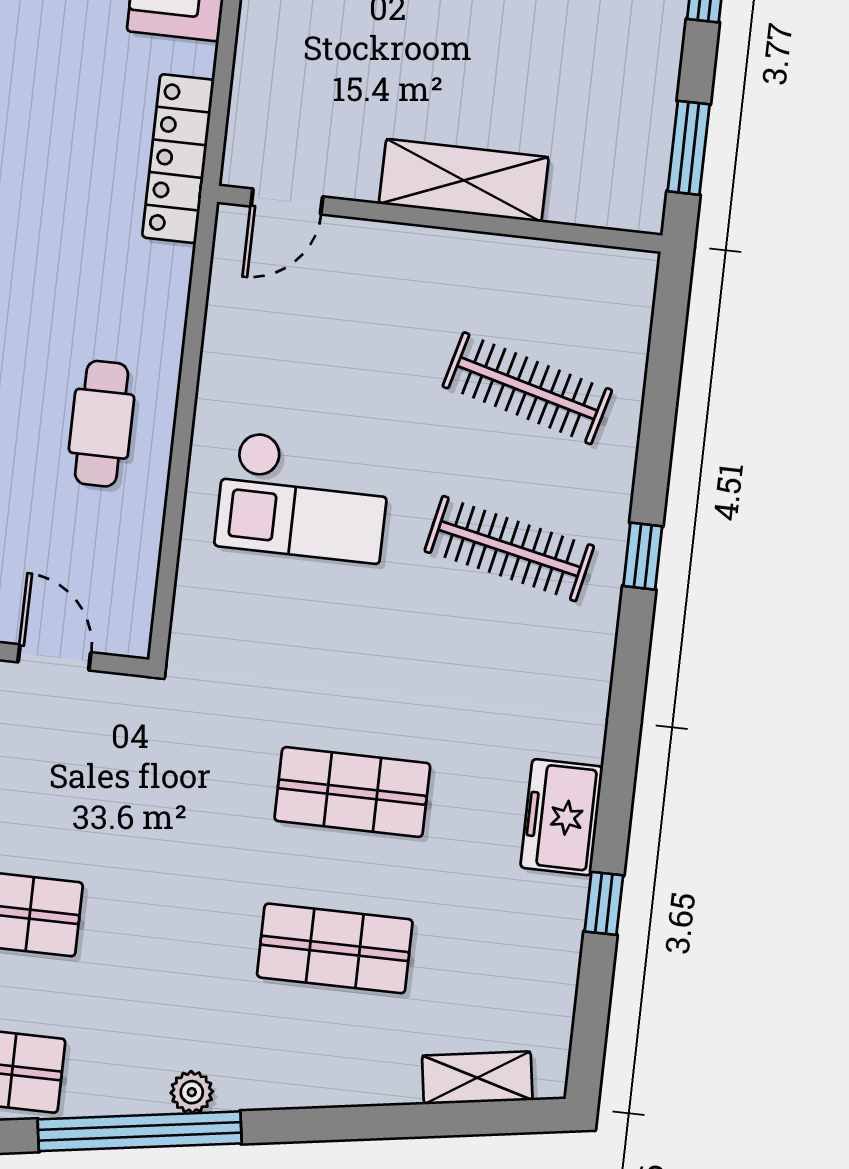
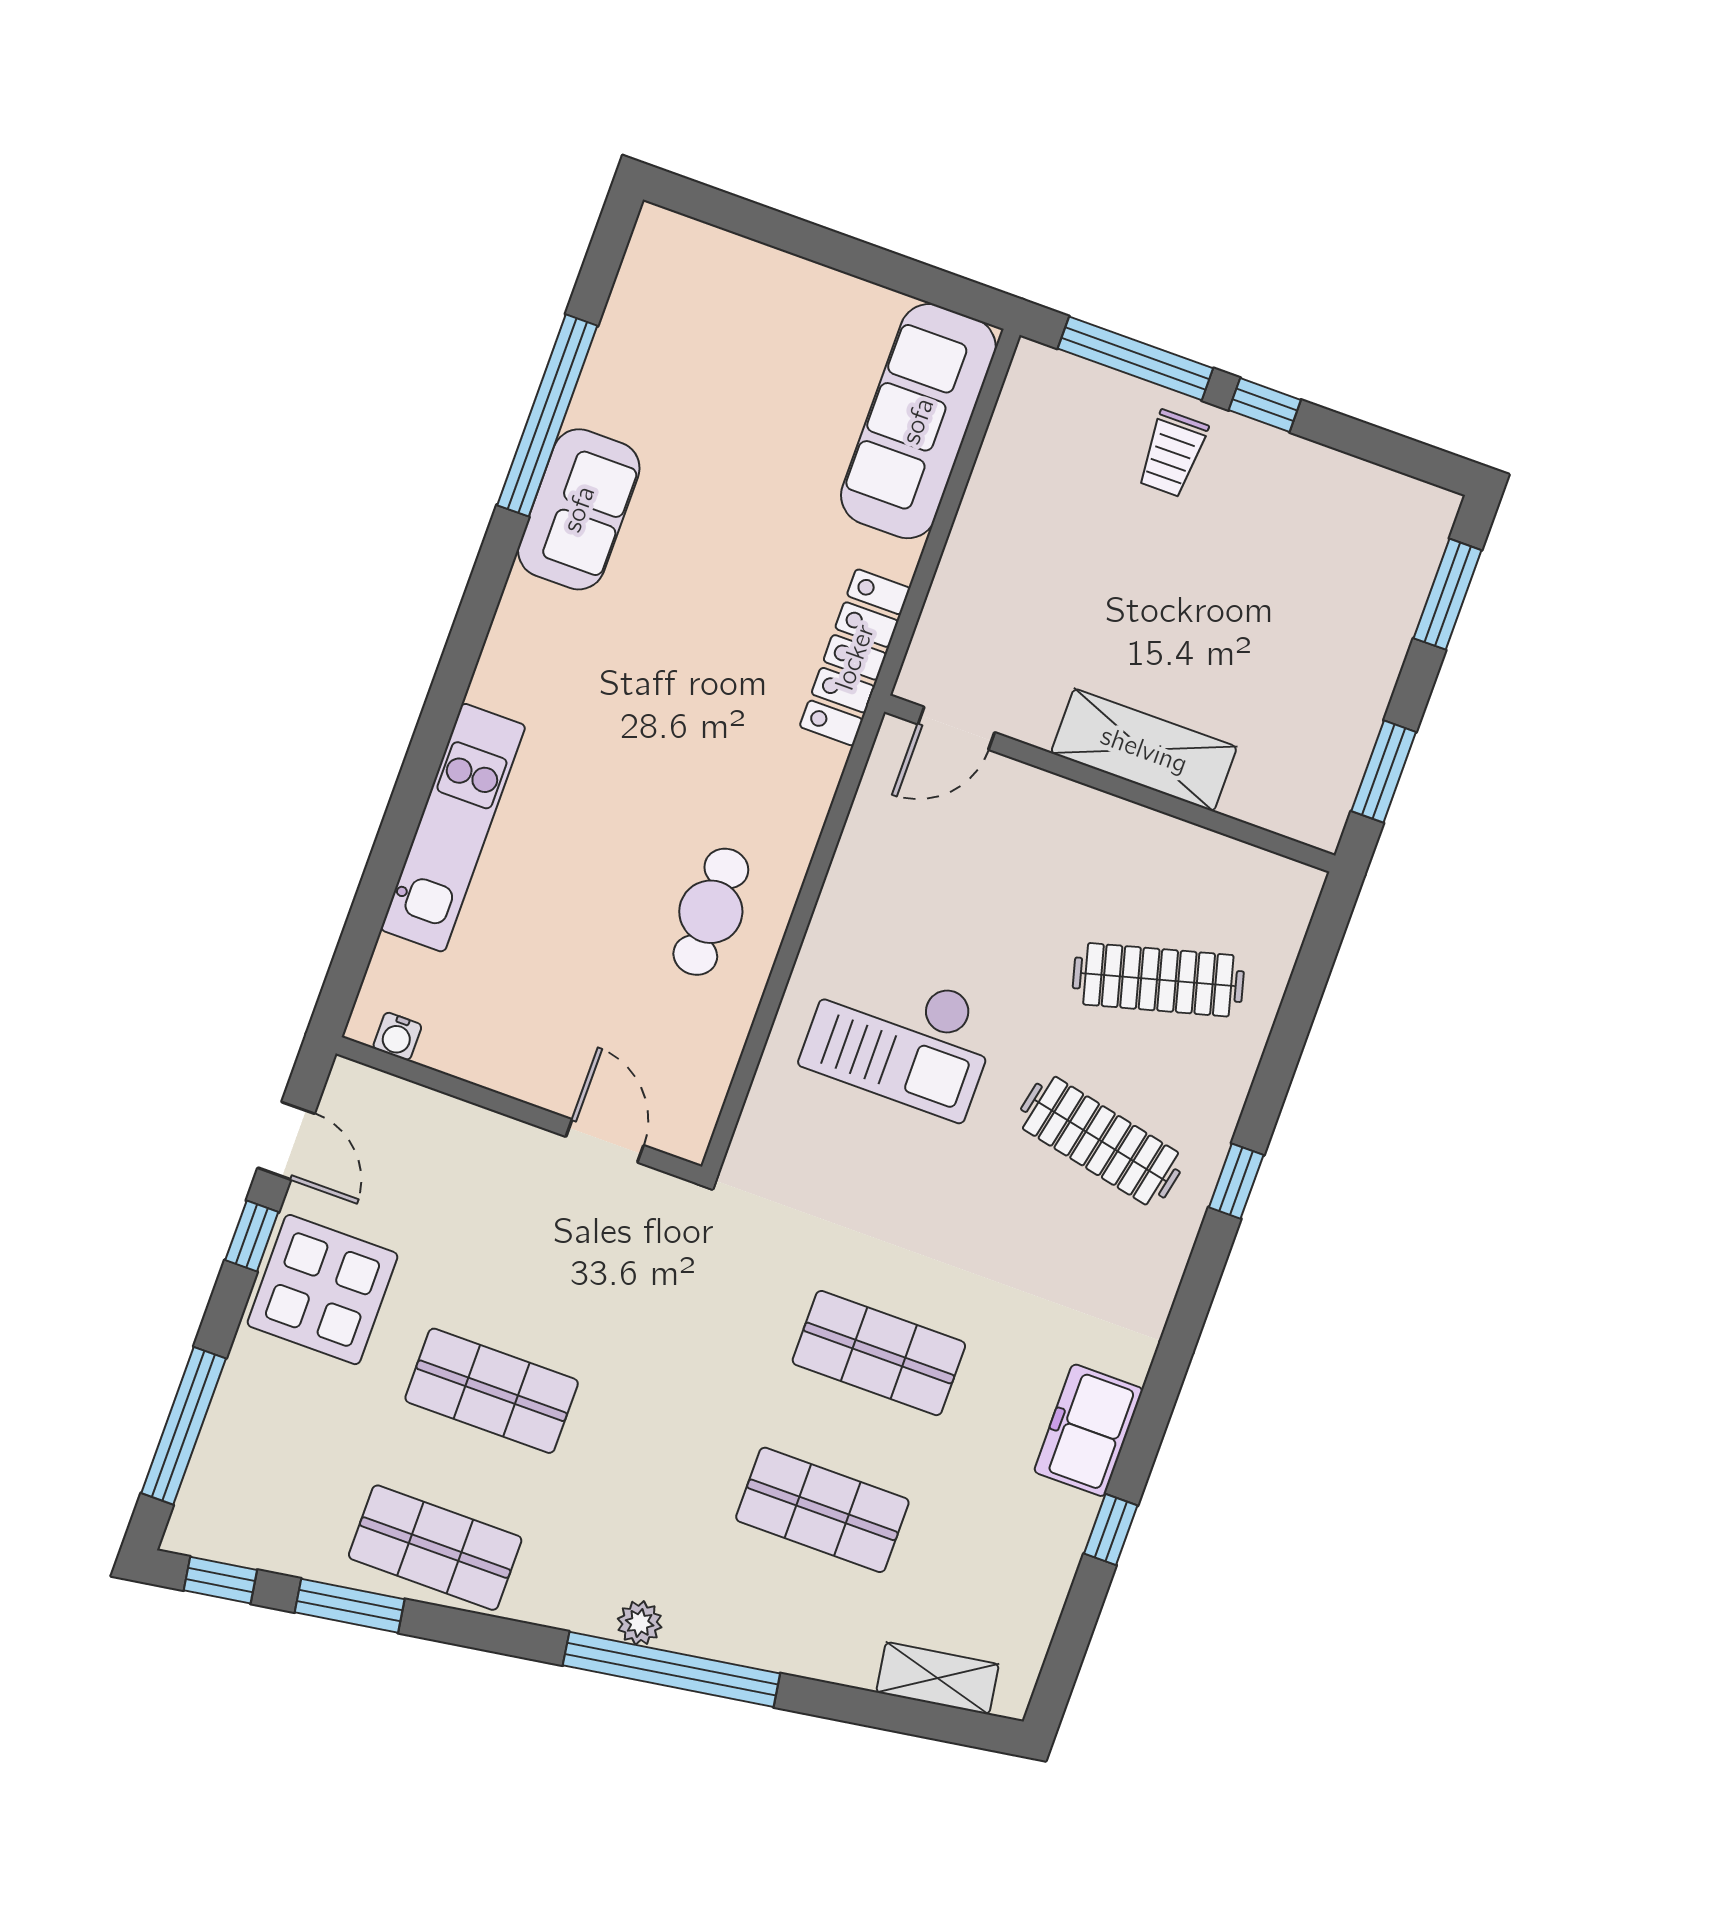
clothes rail: (527, 388) -> (1158, 980), turned -30
window: (140, 1131) -> (671, 1669), moved

